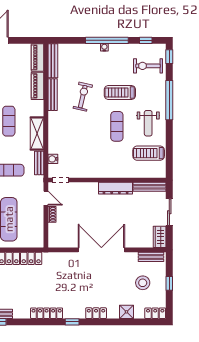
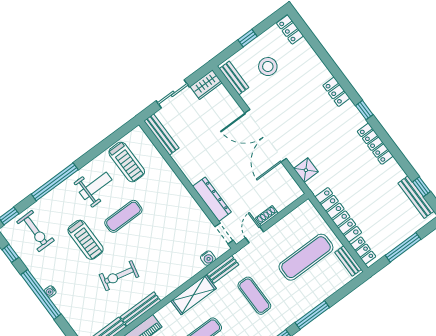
dresser: (116, 188) -> (212, 199), moved
shower: (126, 312) -> (306, 170), moved

